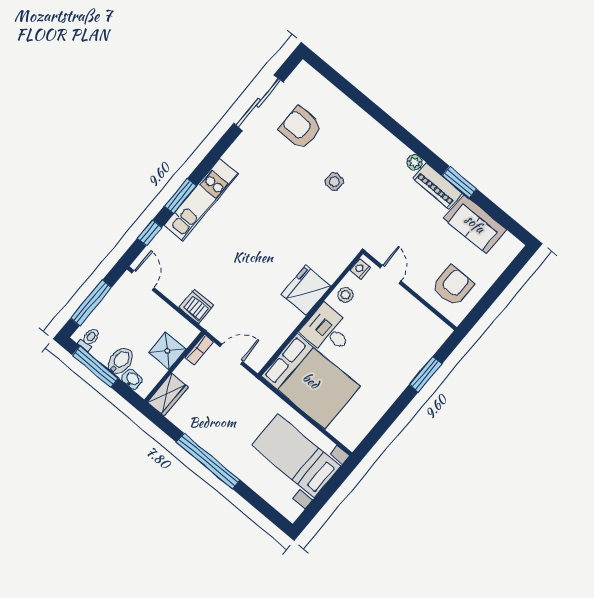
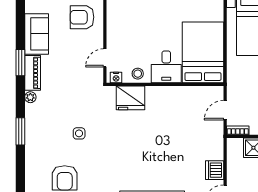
window: (388, 122) -> (20, 131), added
fridge: (306, 290) -> (130, 98), moved
dishwasher: (197, 307) -> (215, 170), moved
door: (231, 354) -> (225, 110), hinge flipped

